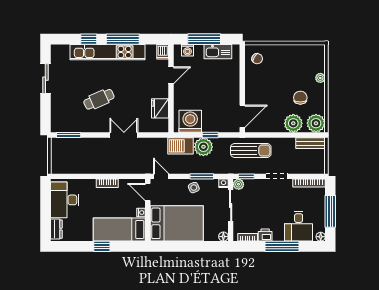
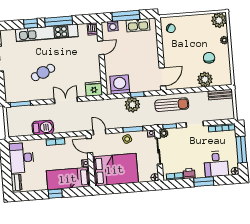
fridge: (160, 108) -> (94, 89), moved, turned 90
plant: (316, 123) -> (219, 20), moved
barbecue: (180, 146) -> (43, 127), moved, turned 180
window: (282, 246) -> (204, 182), width x0.69

